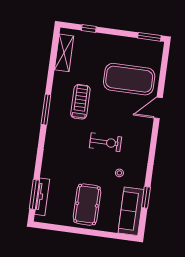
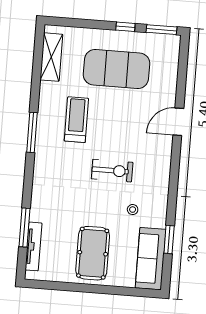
window: (89, 28) -> (125, 27), moved
exercise mat: (129, 79) -> (117, 69), moved
window: (34, 195) -> (25, 227), moved

